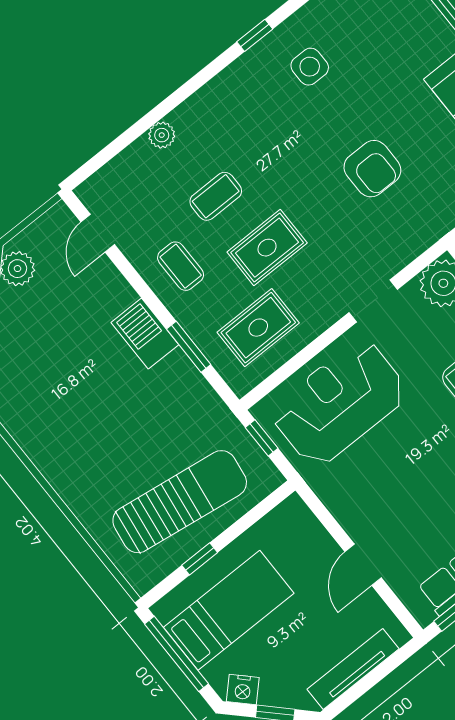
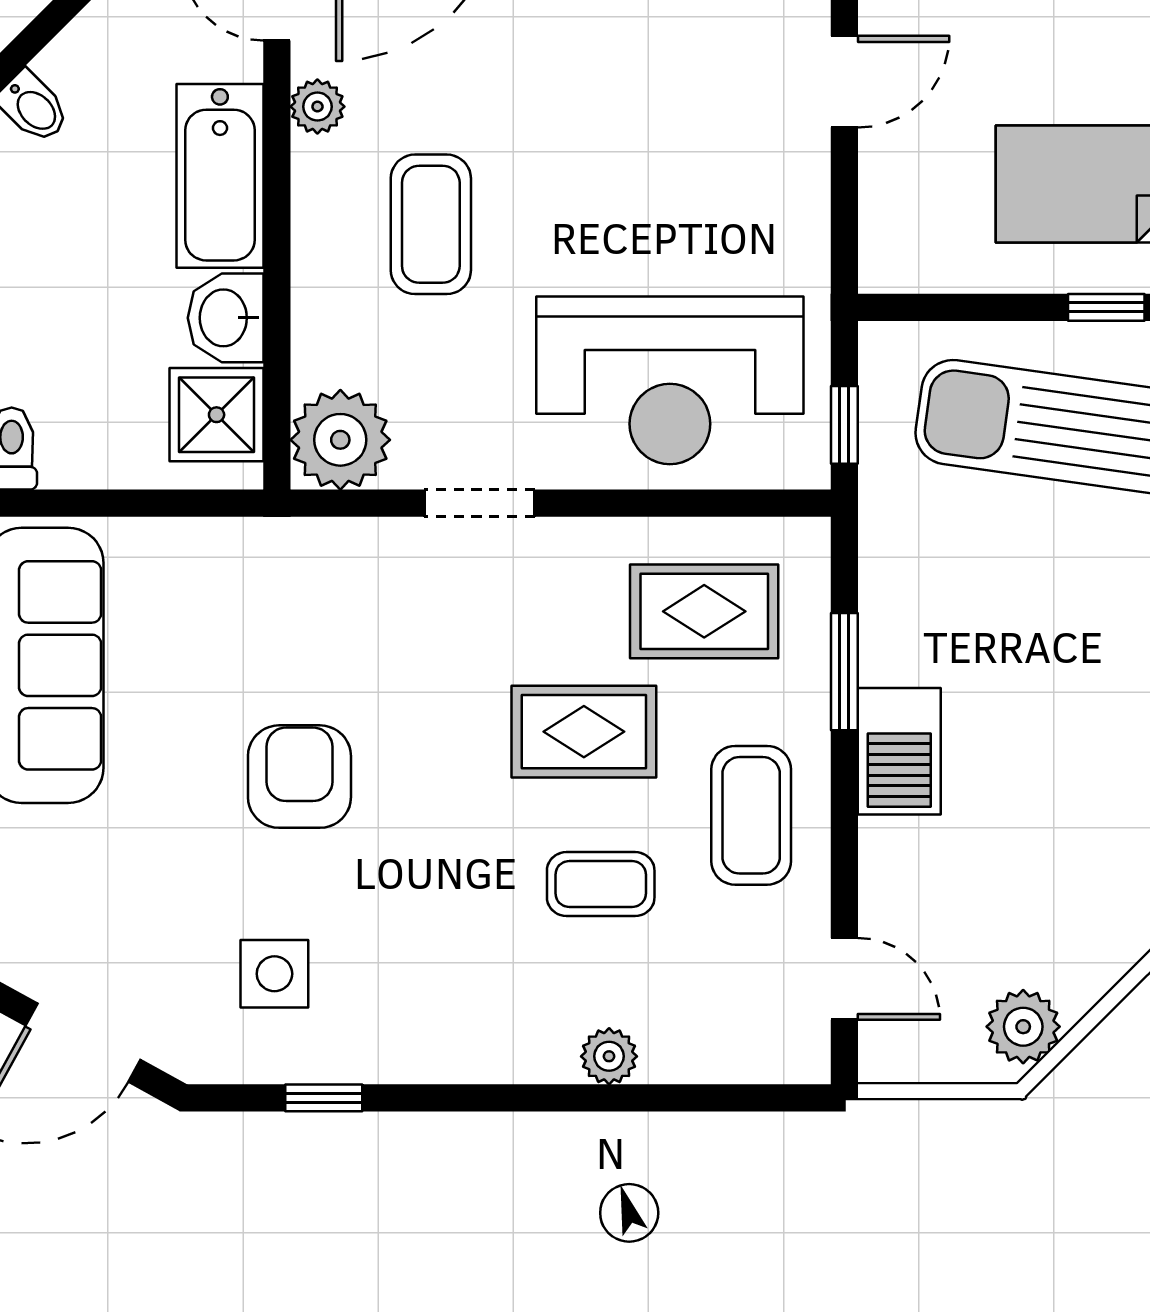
armchair: (372, 169) -> (299, 777), moved
door: (98, 233) -> (844, 979), hinge flipped
coffee table: (181, 266) -> (751, 815), width x1.36, depth x1.30

